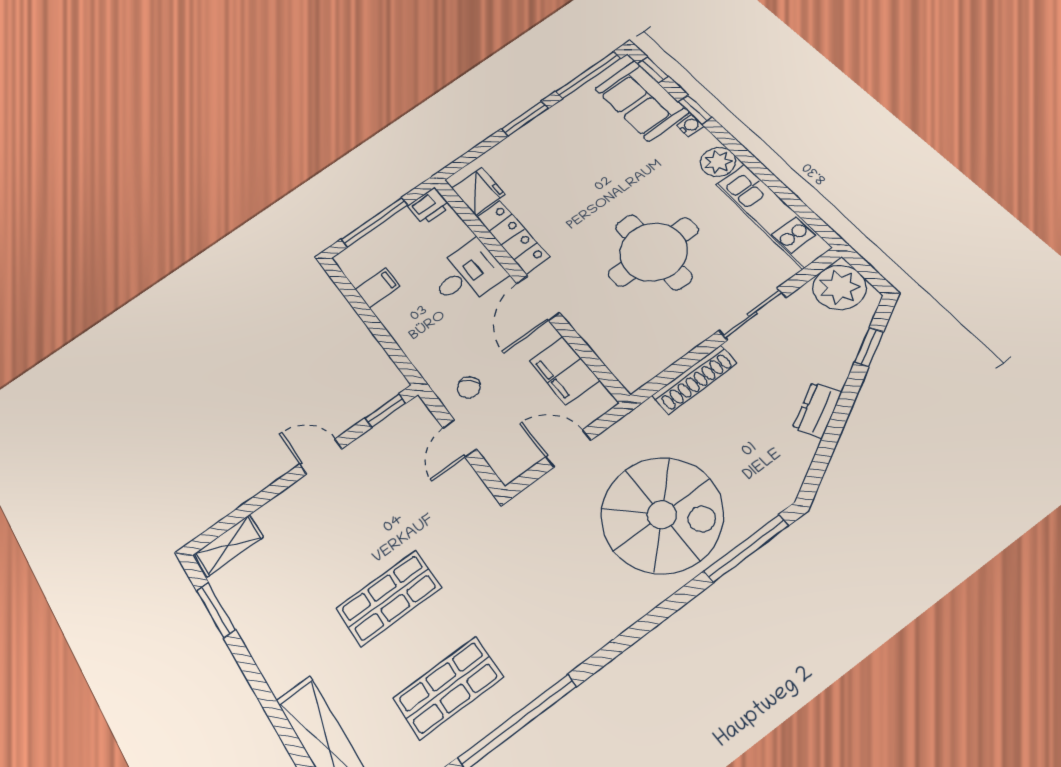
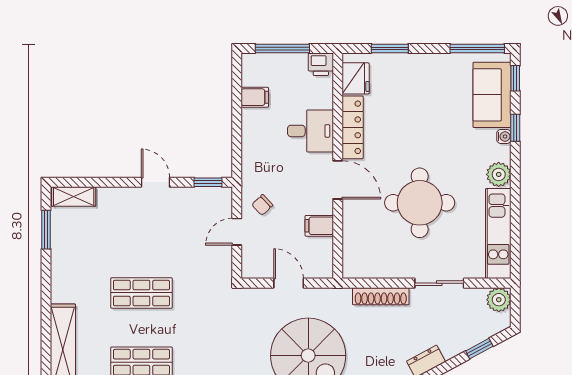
window: (525, 119) -> (390, 48), moved
plant: (839, 287) -> (499, 300), width x0.73, depth x0.73
door: (538, 298) -> (338, 180), swing flipped
filing cabinet: (564, 371) -> (319, 226), width x0.50

